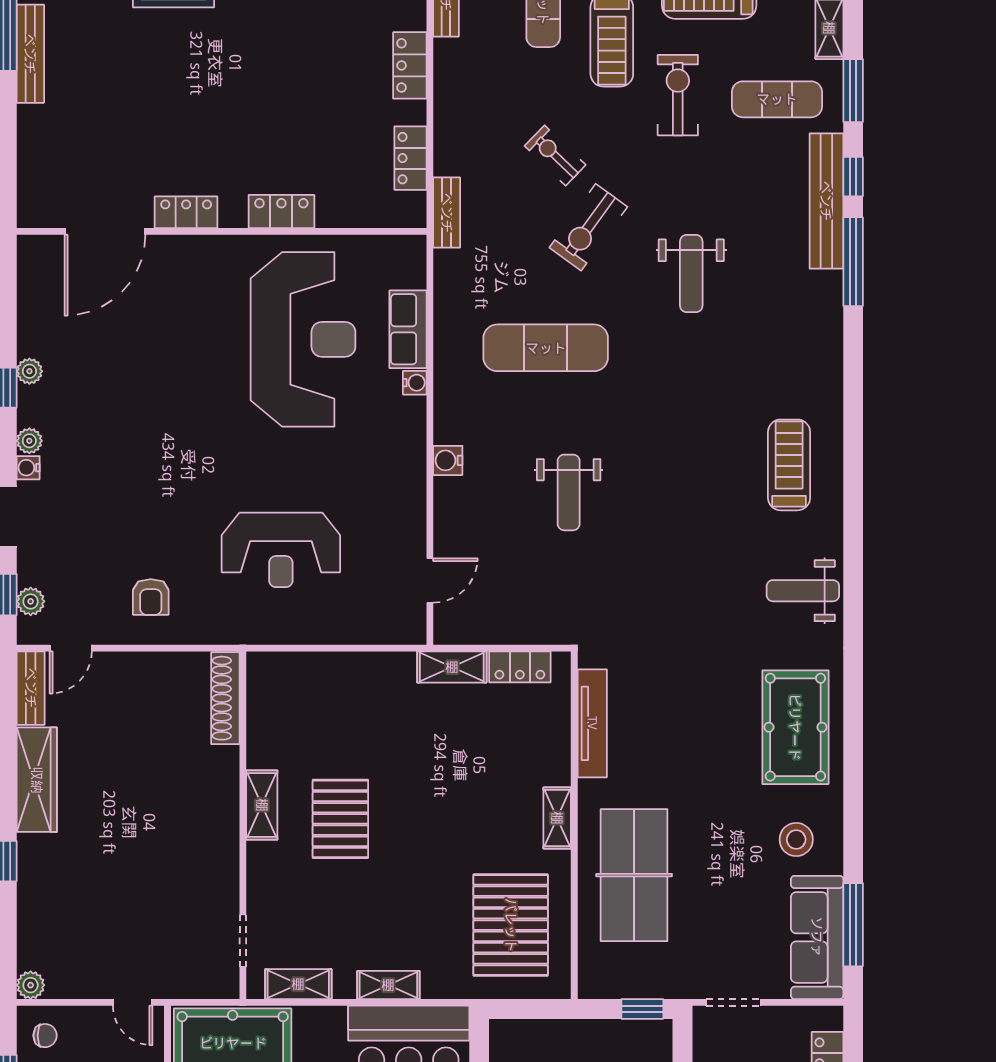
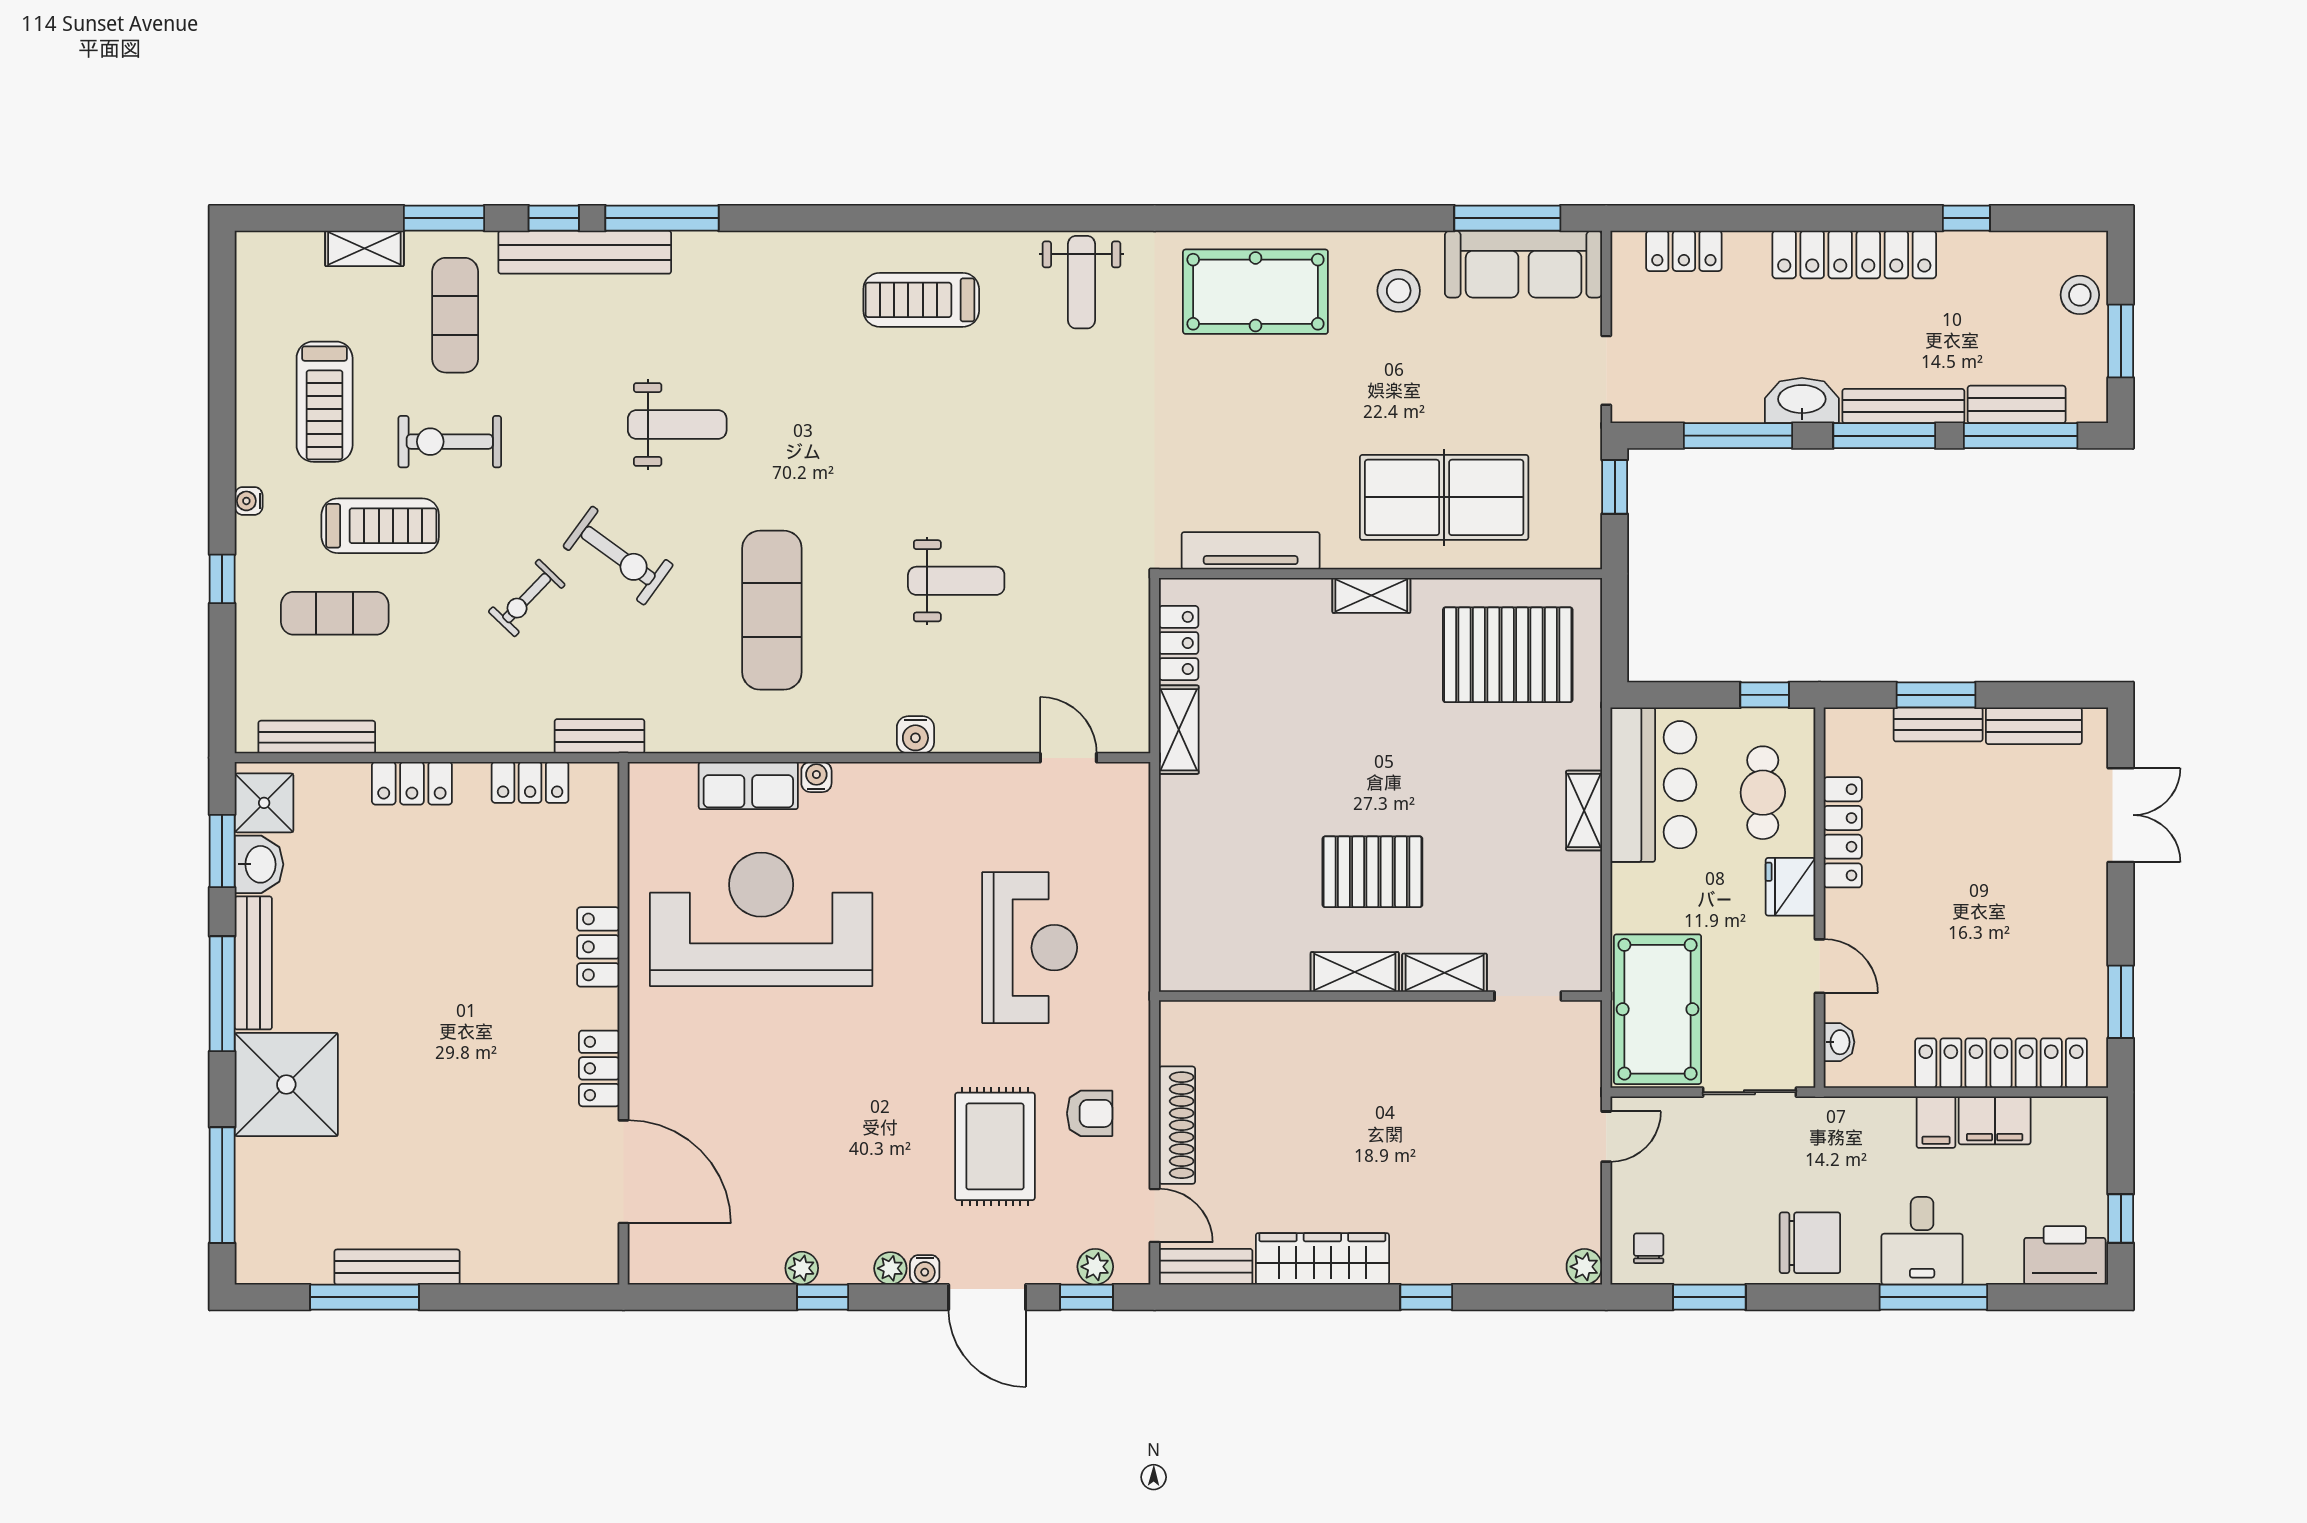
rug: (125, 523) -> (995, 1146), added
shoe rack: (225, 698) -> (1177, 1125), moved, turned -90
shelving: (298, 984) -> (1445, 973), moved, turned 90

